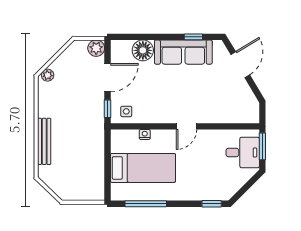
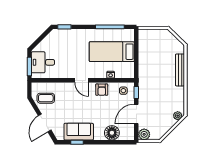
sofa: (183, 52) -> (79, 132), width x0.73
coffee table: (239, 101) -> (46, 98), added
armchair: (158, 113) -> (102, 90), added
door: (187, 126) -> (82, 80), swing flipped

